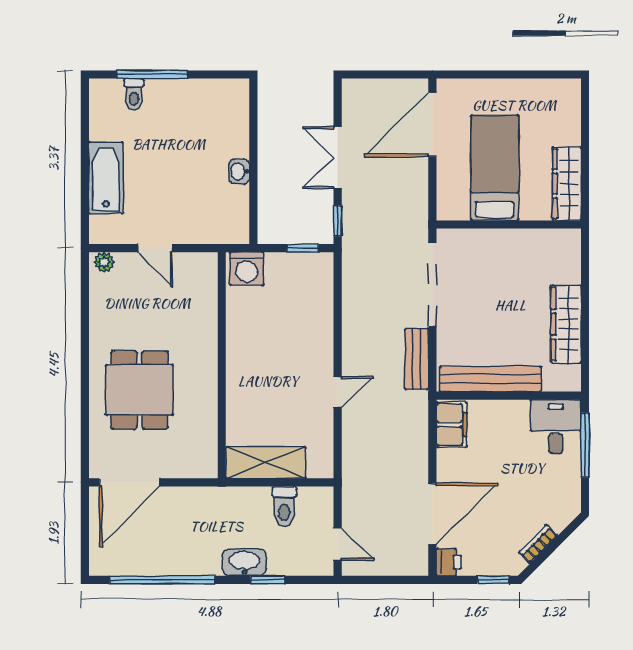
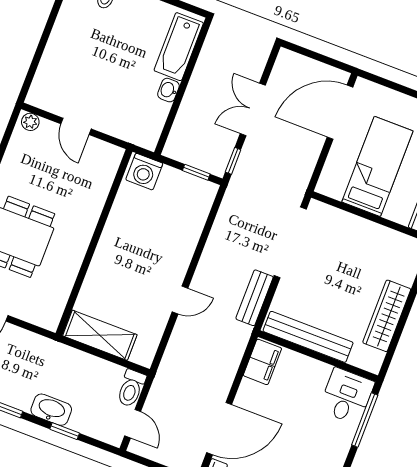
bathtub: (106, 178) -> (179, 47), moved, turned 180
toilet: (284, 507) -> (131, 388), moved

